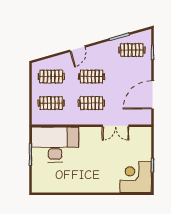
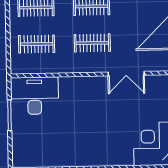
desk: (55, 145) -> (34, 96), width x0.73, depth x0.77

